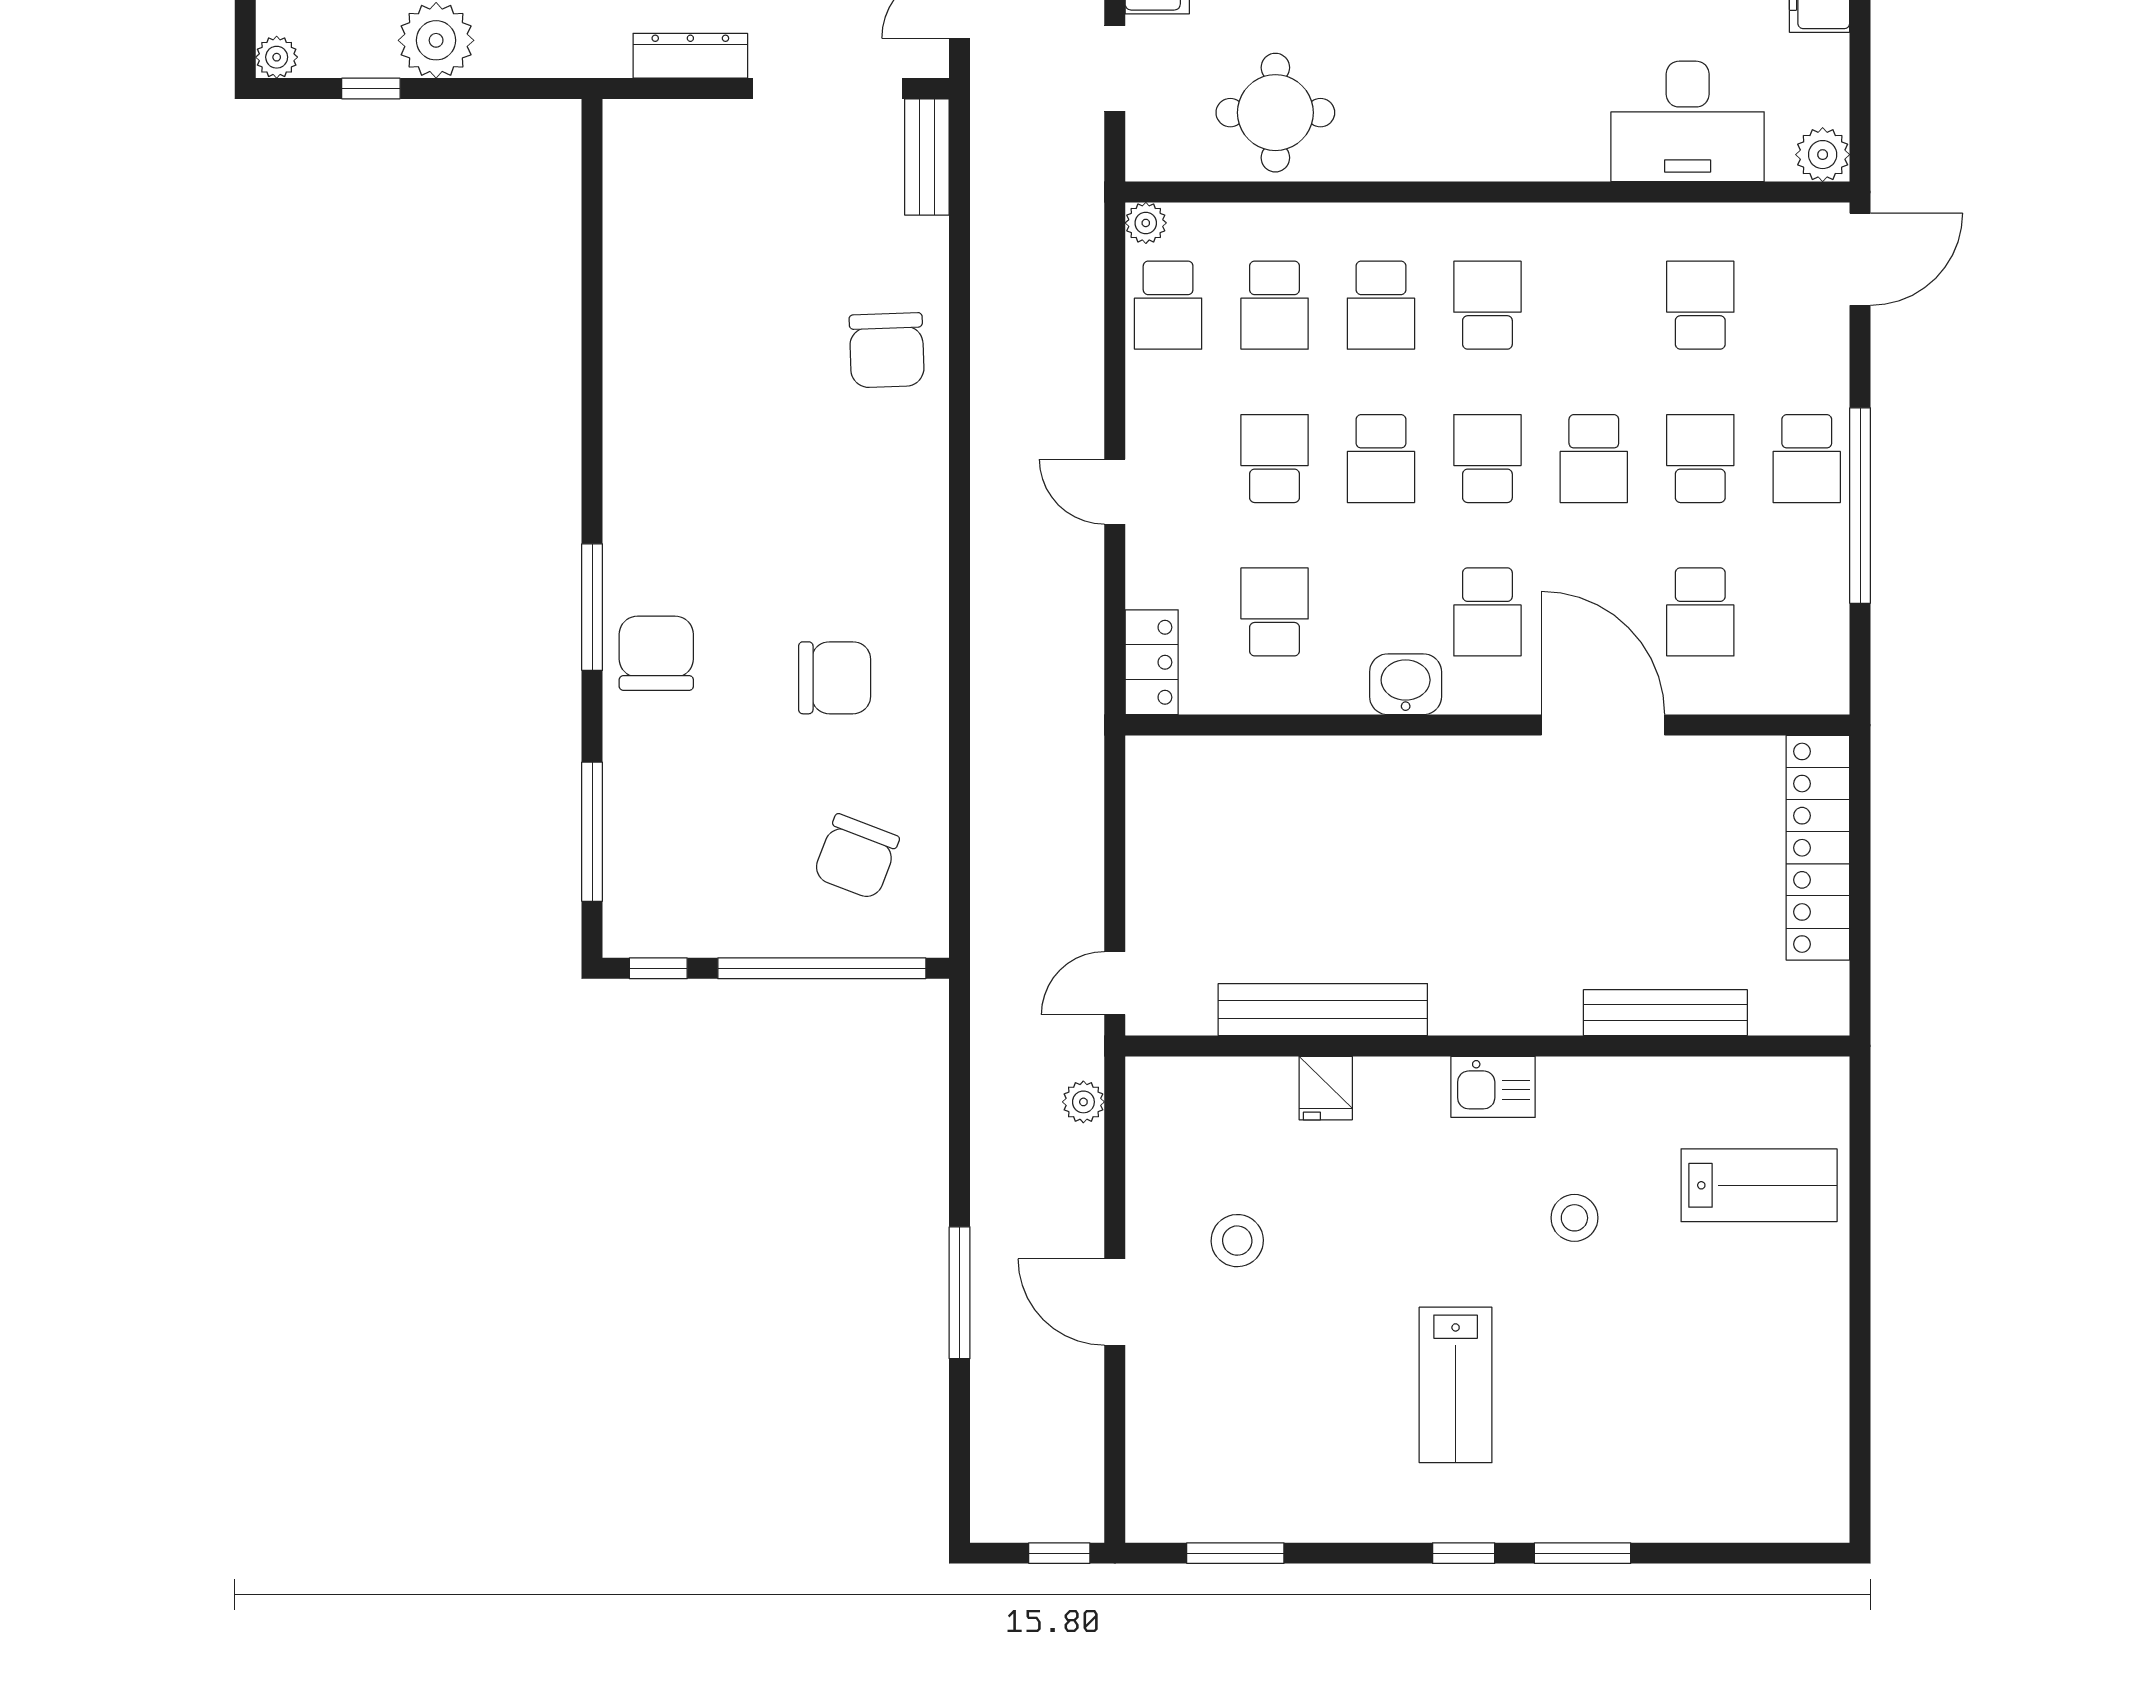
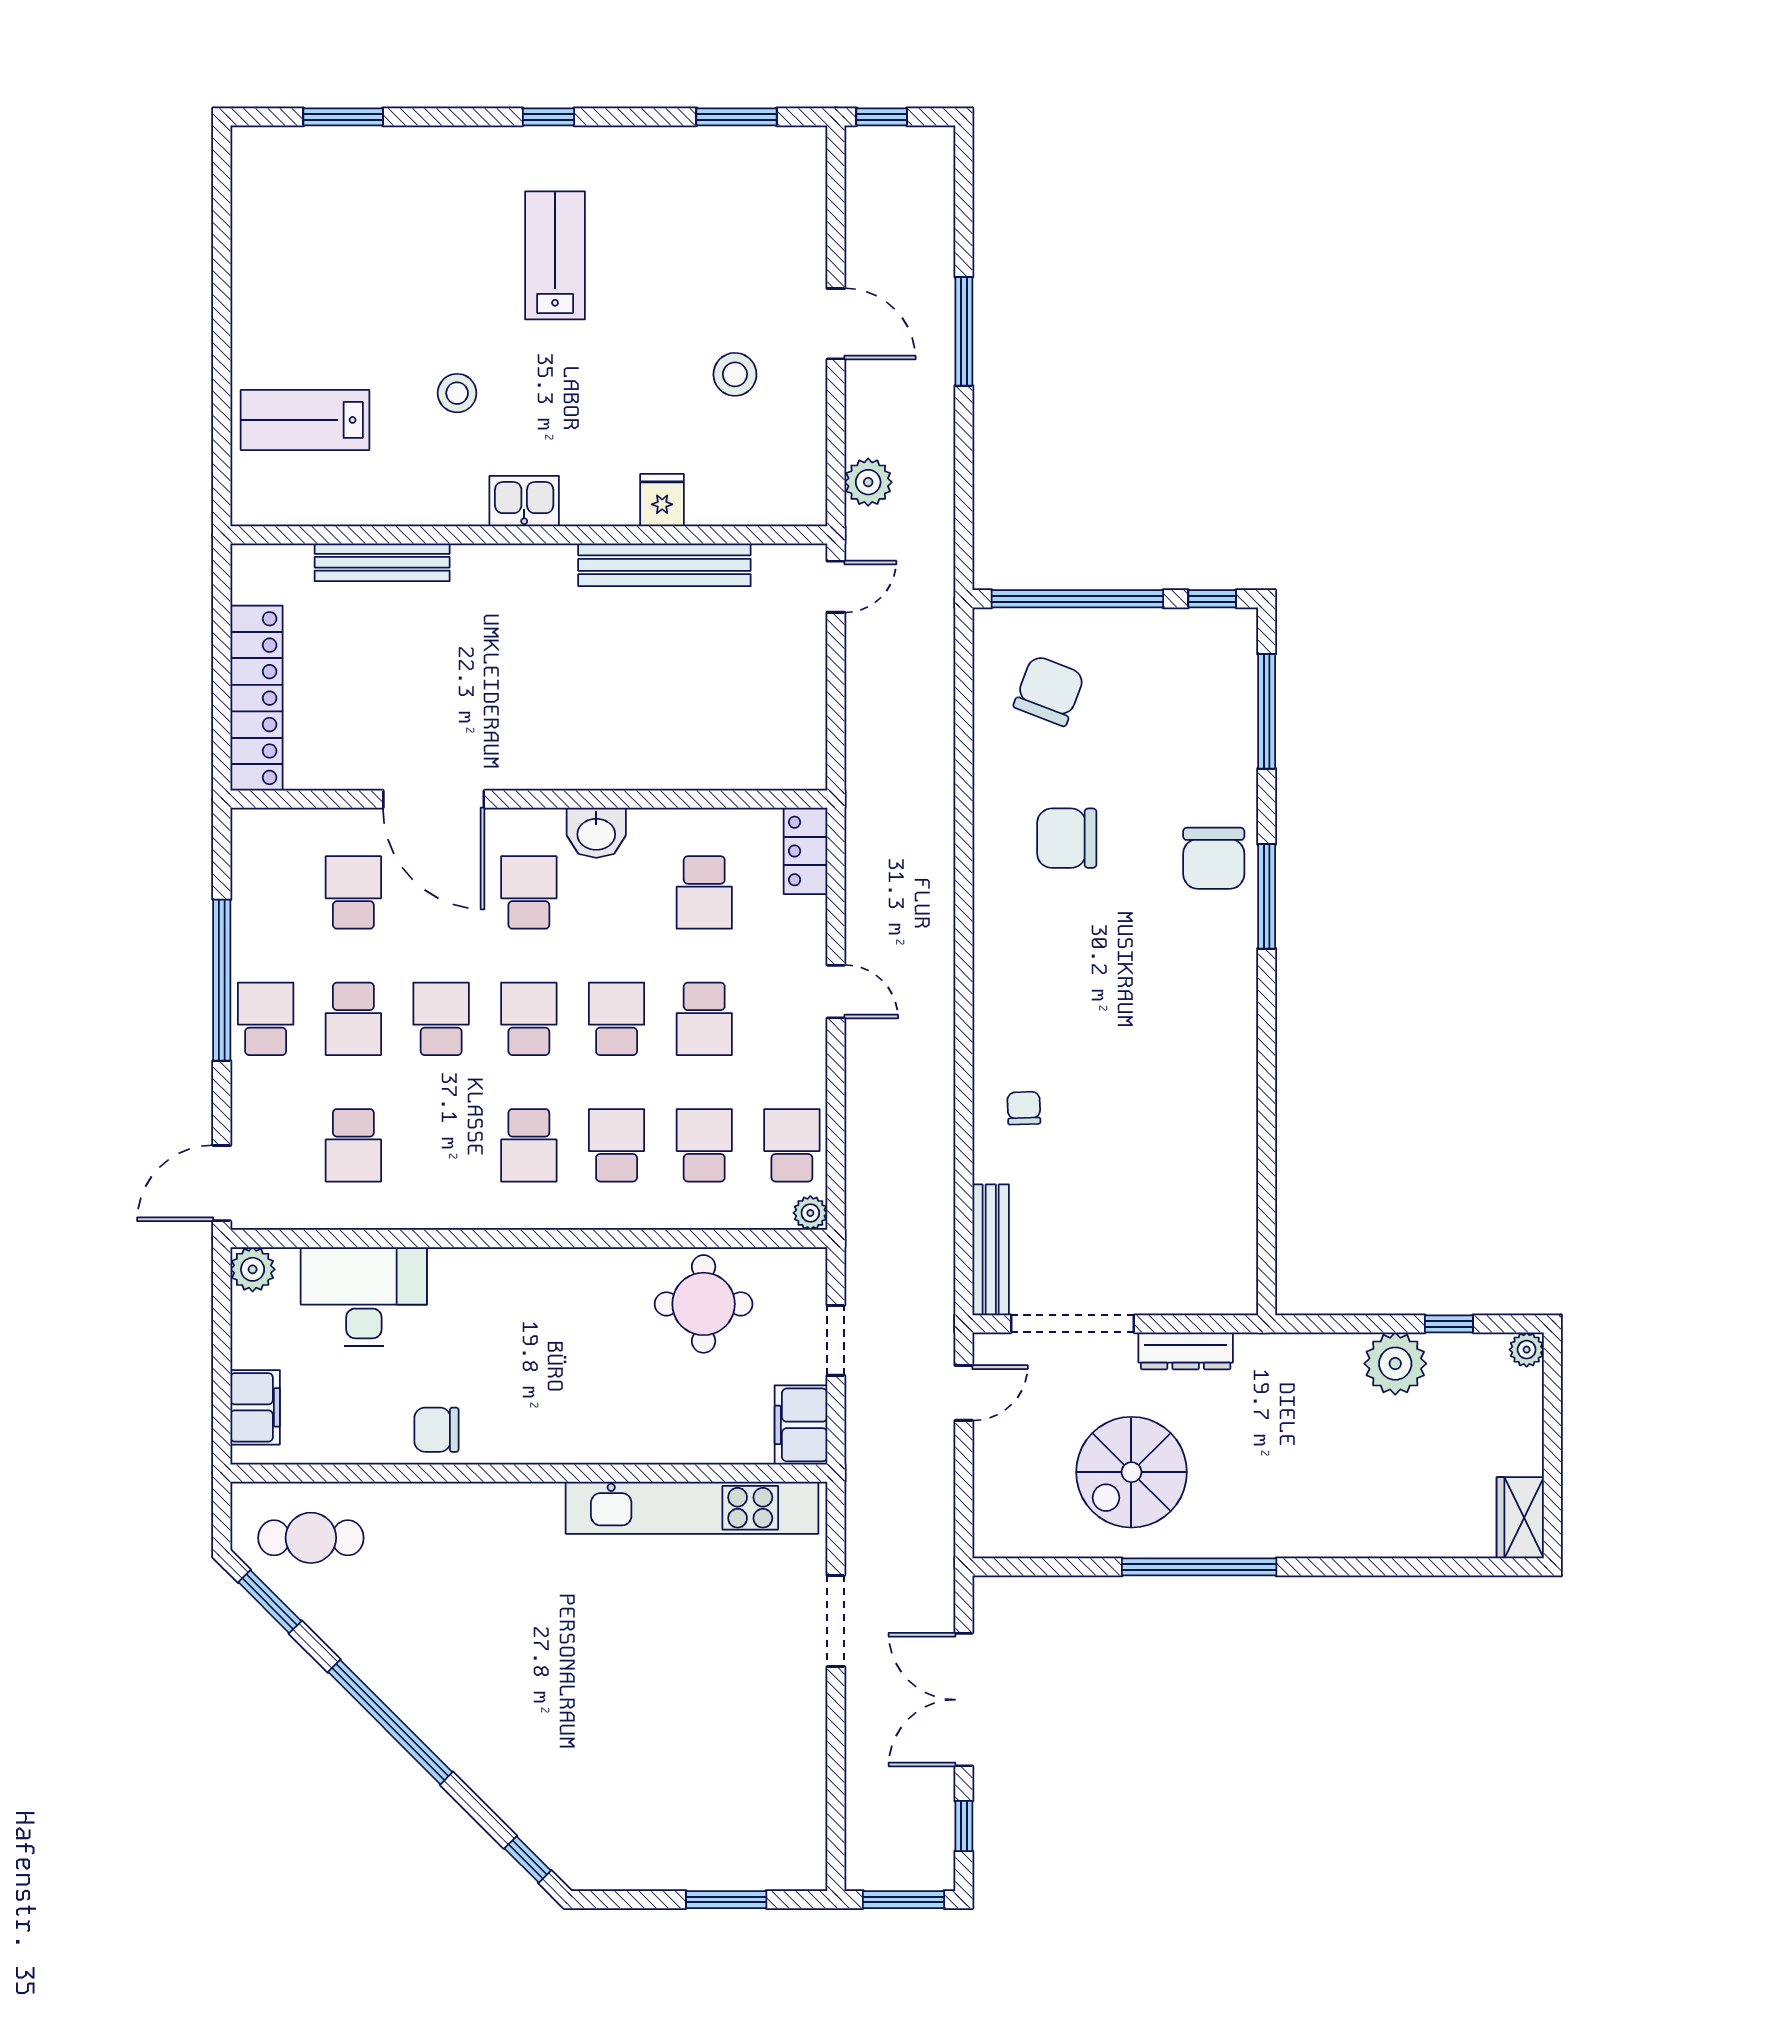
bench: (927, 157) -> (991, 1250), width x1.36
chair: (887, 350) -> (1024, 1108), width x0.54, depth x0.54
school desk: (1487, 459) -> (529, 1019), turned 180
plant: (1083, 1102) -> (868, 482), width x1.38, depth x1.38
window: (1583, 1553) -> (343, 117), moved

